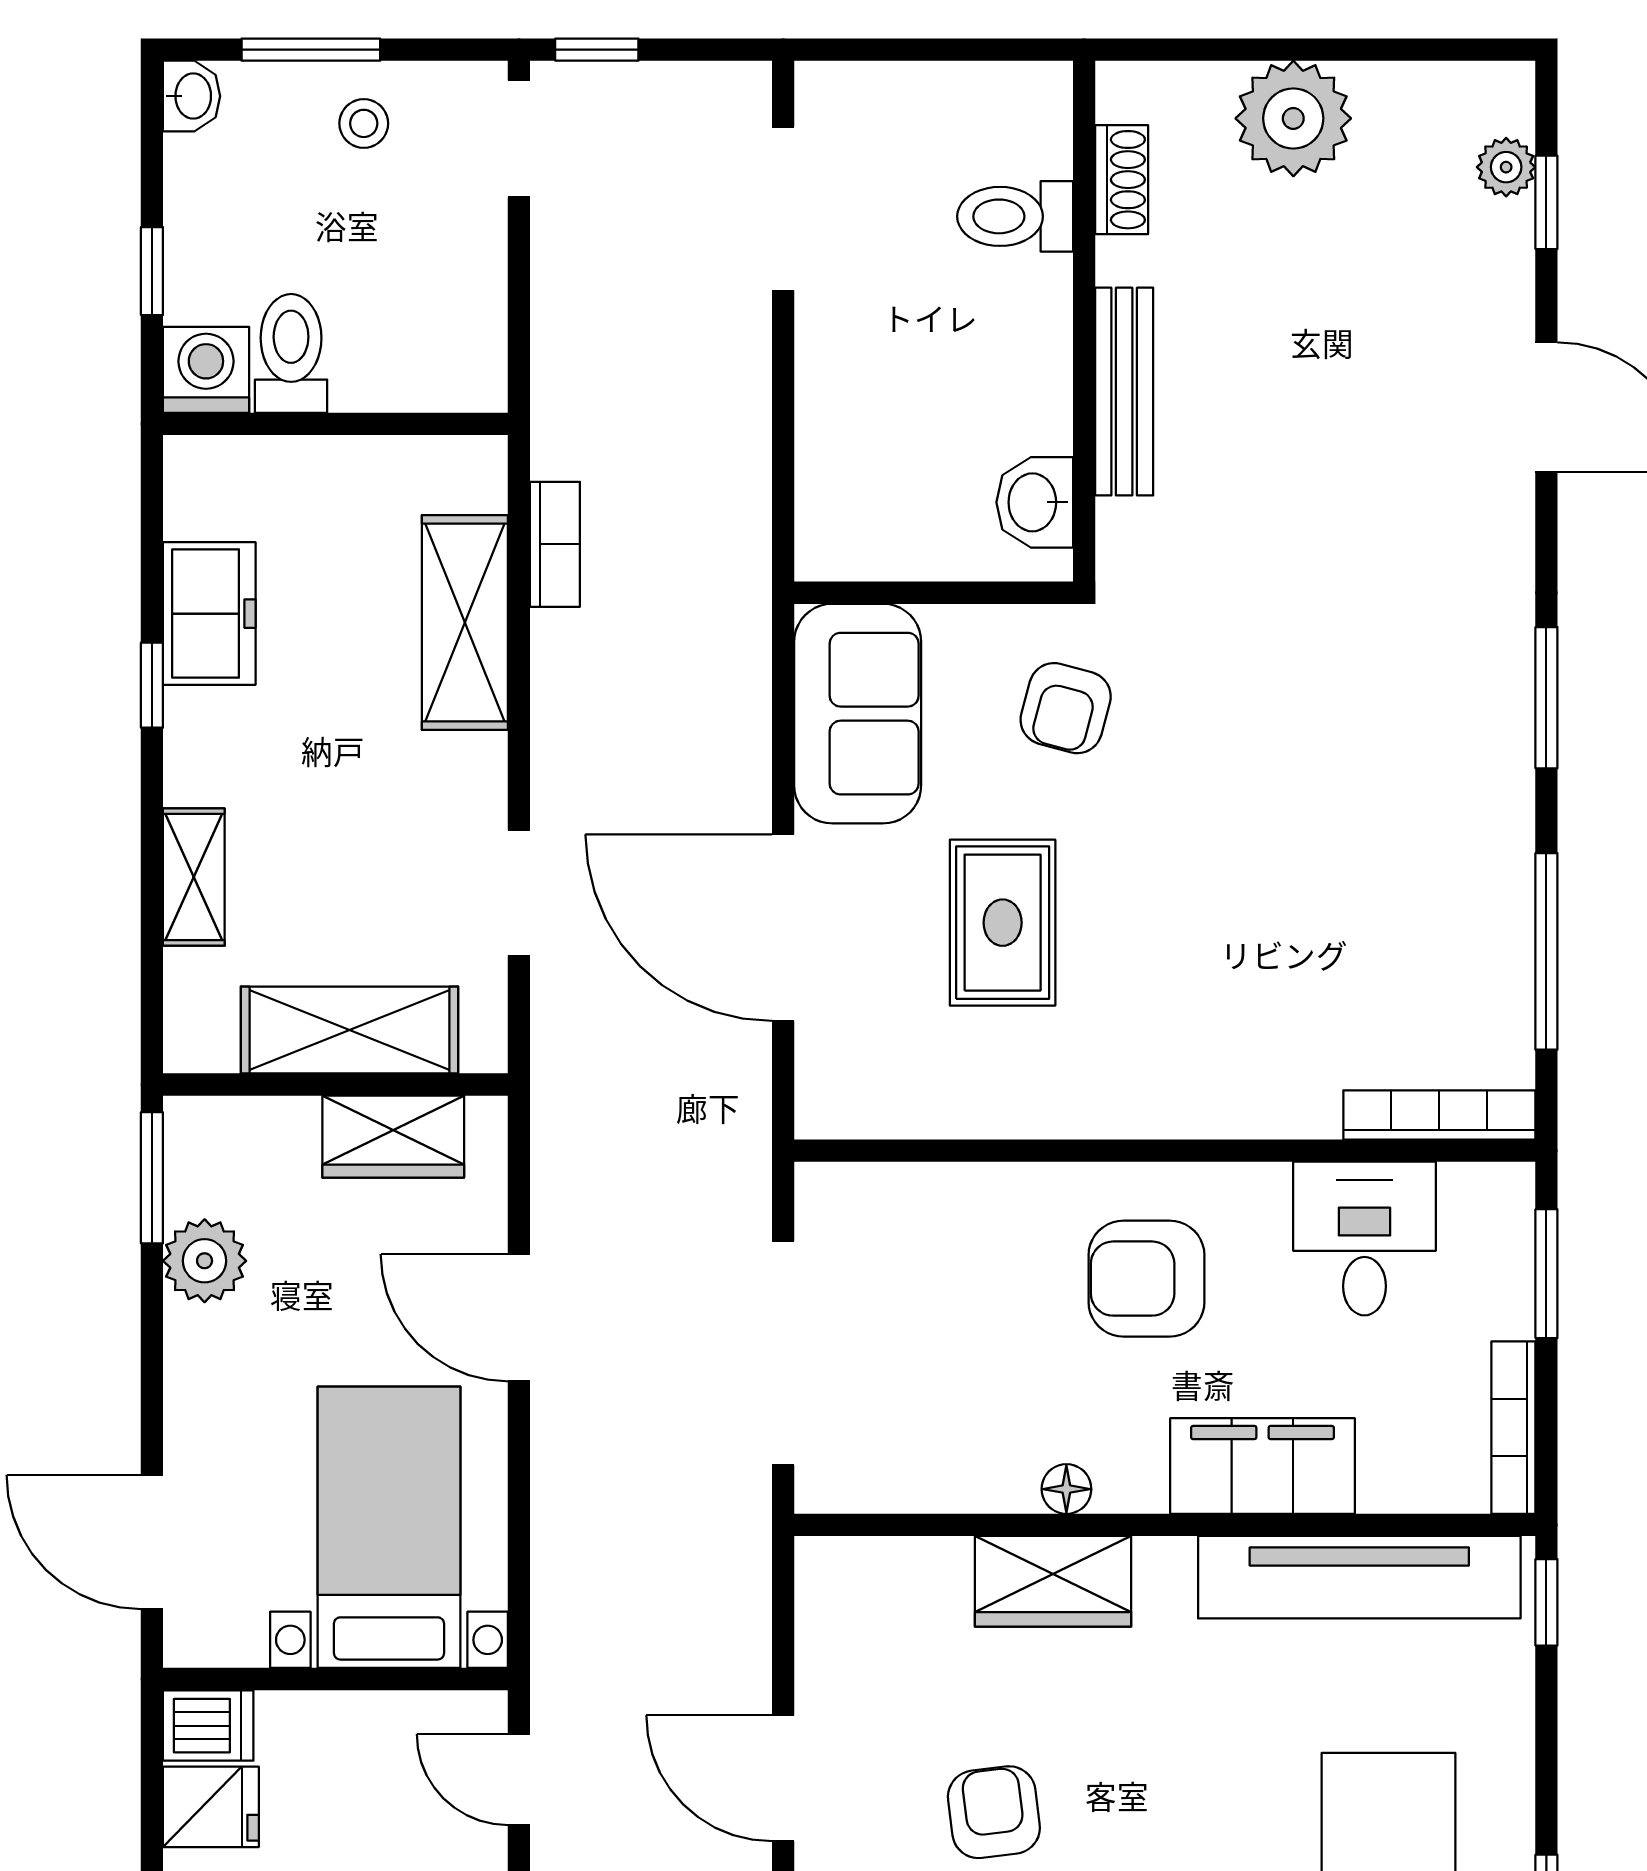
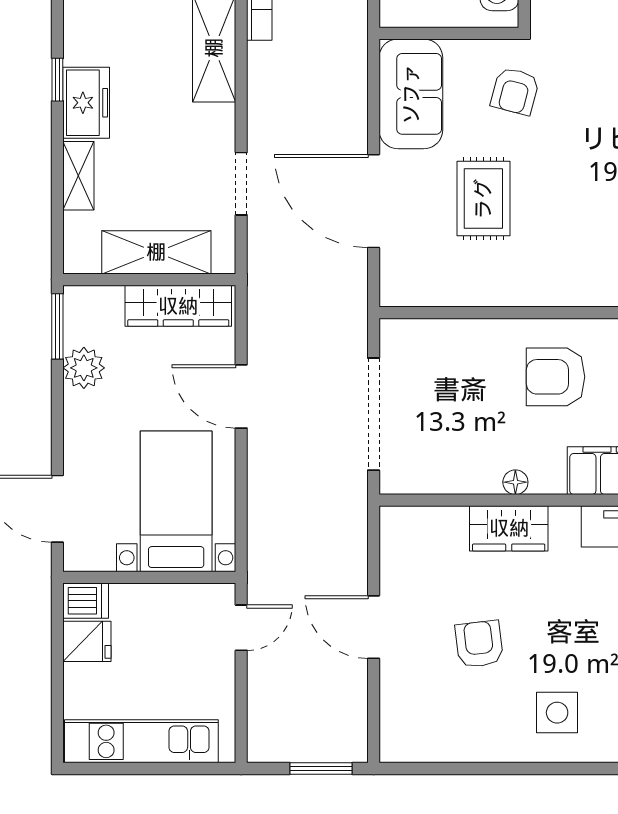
freezer: (209, 614) -> (86, 103), moved
wardrobe: (393, 1137) -> (178, 306), width x1.50
door: (519, 1779) -> (241, 628), swing flipped

